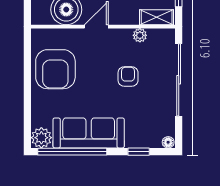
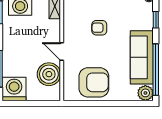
plant: (140, 35) -> (68, 19), removed

